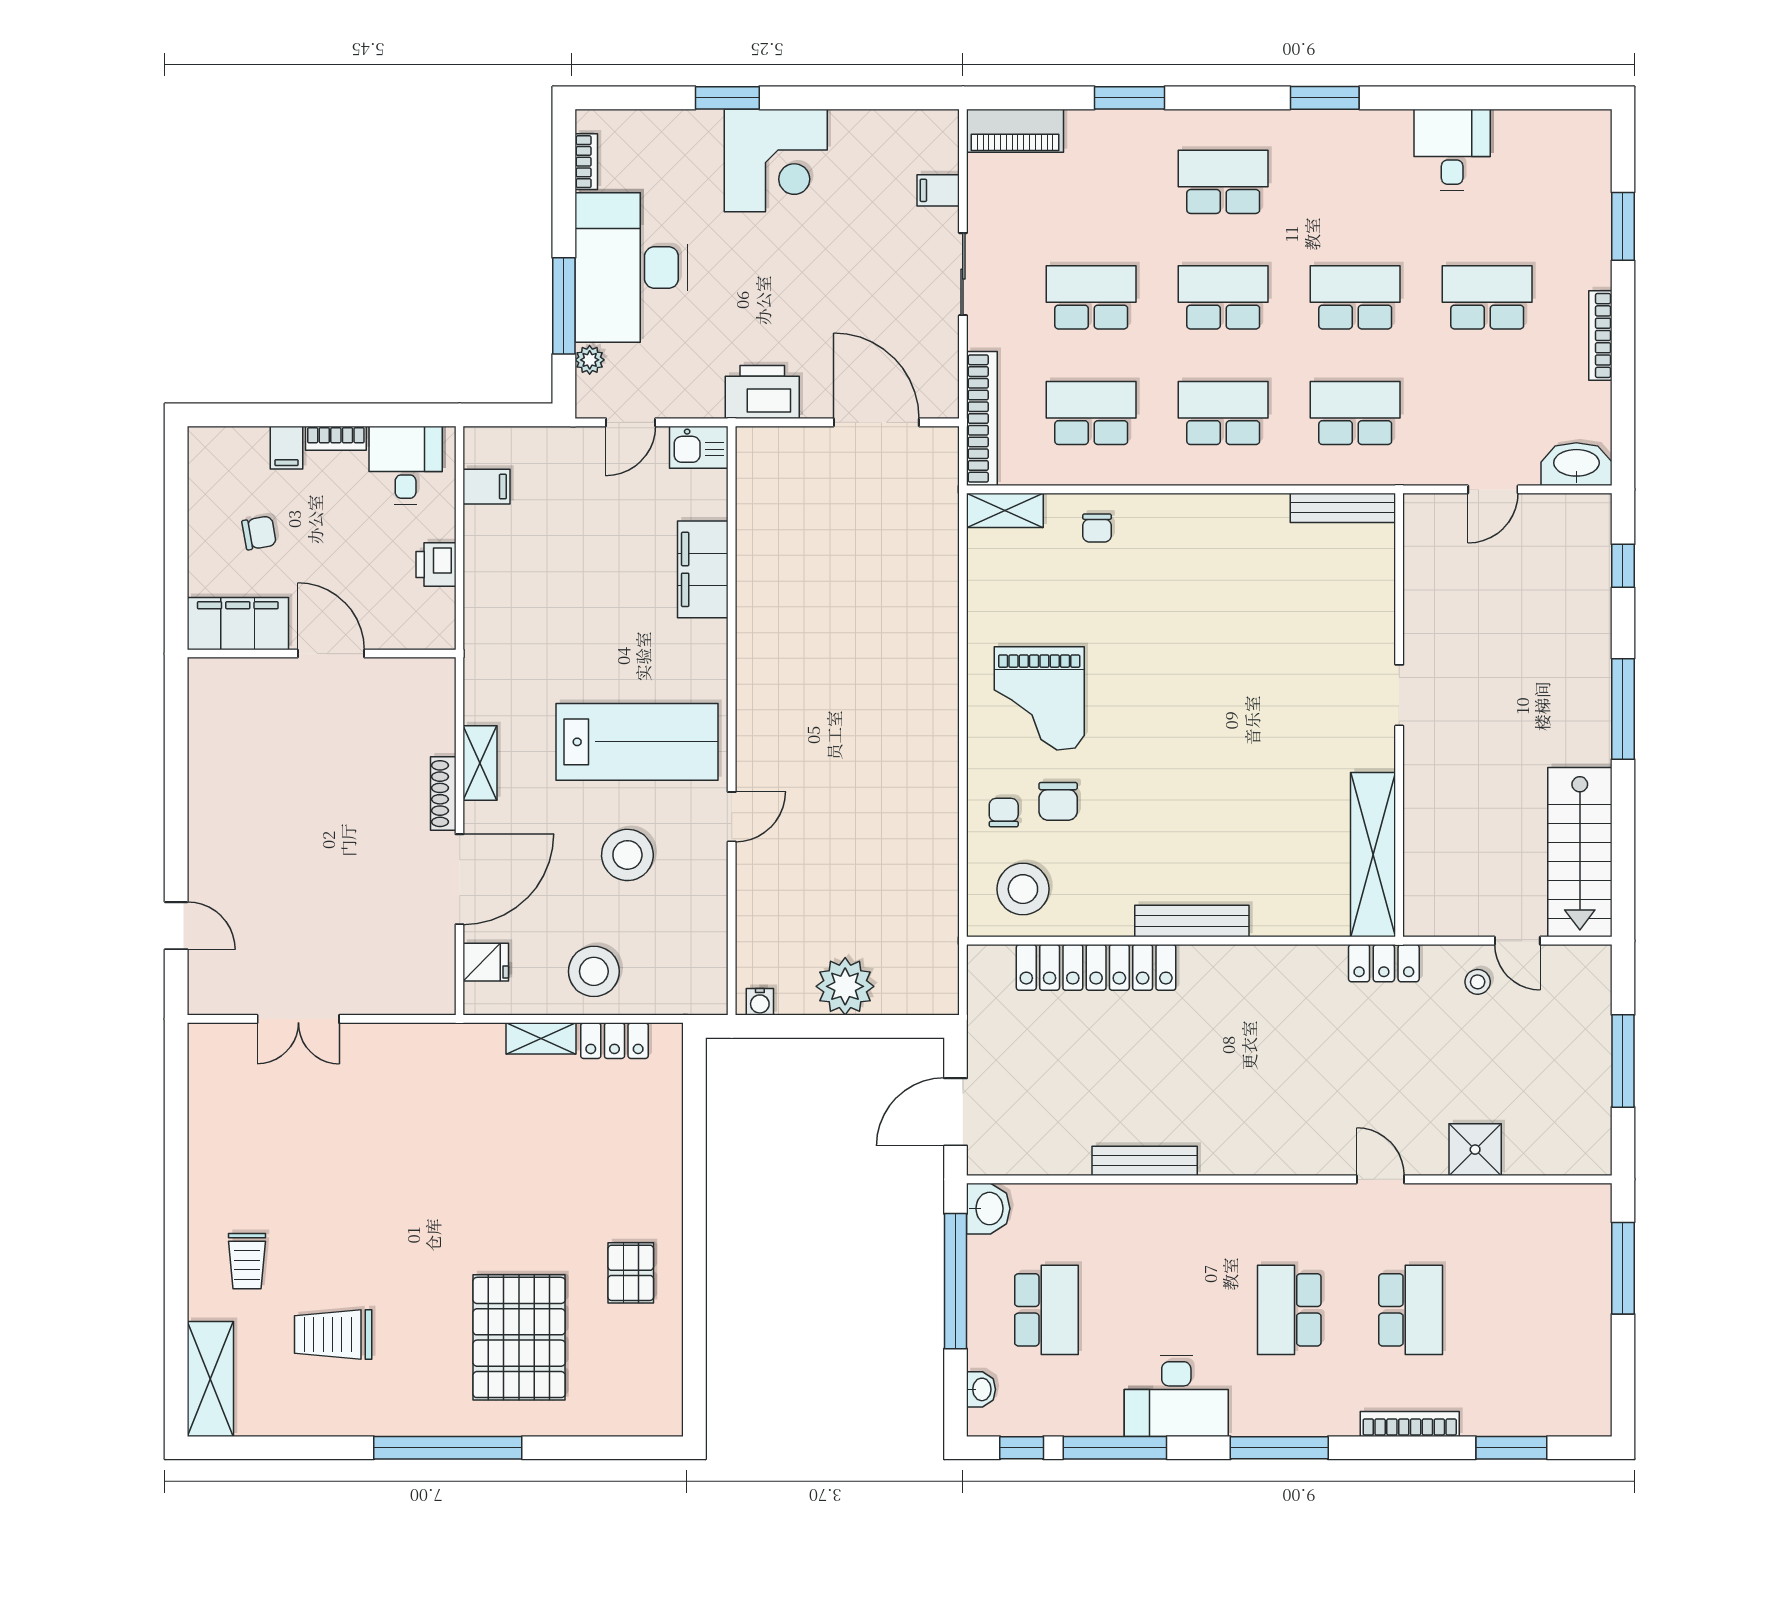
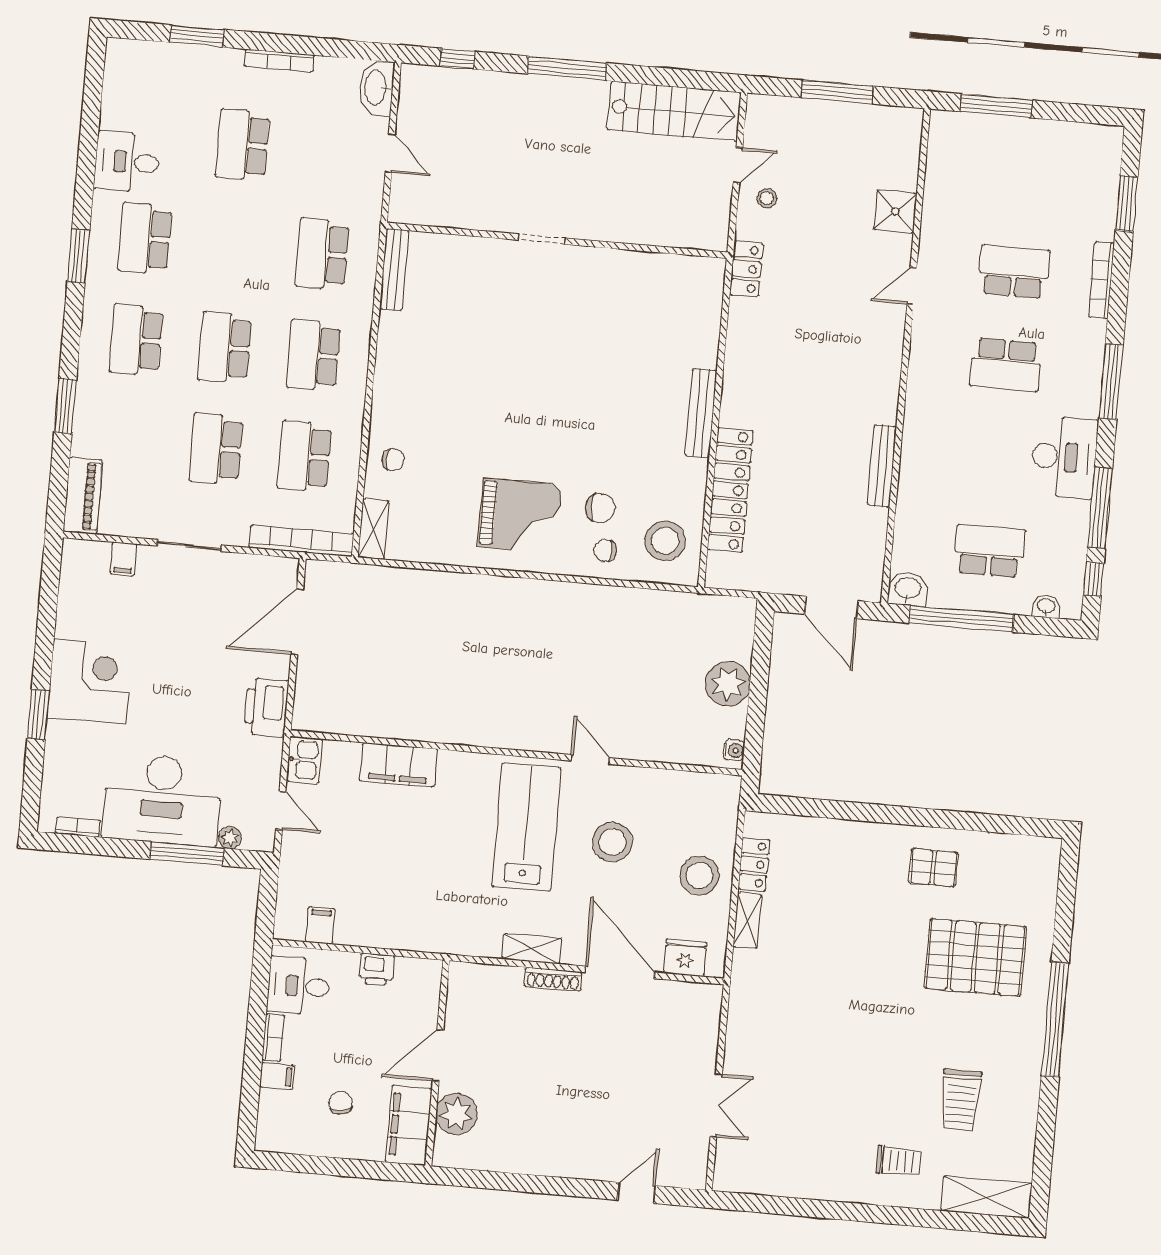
school desk: (1355, 297) -> (145, 238), moved
plant: (258, 684) -> (456, 1114), added
shelving: (1373, 855) -> (662, 270), removed
fridge: (486, 962) -> (685, 958), width x1.38

